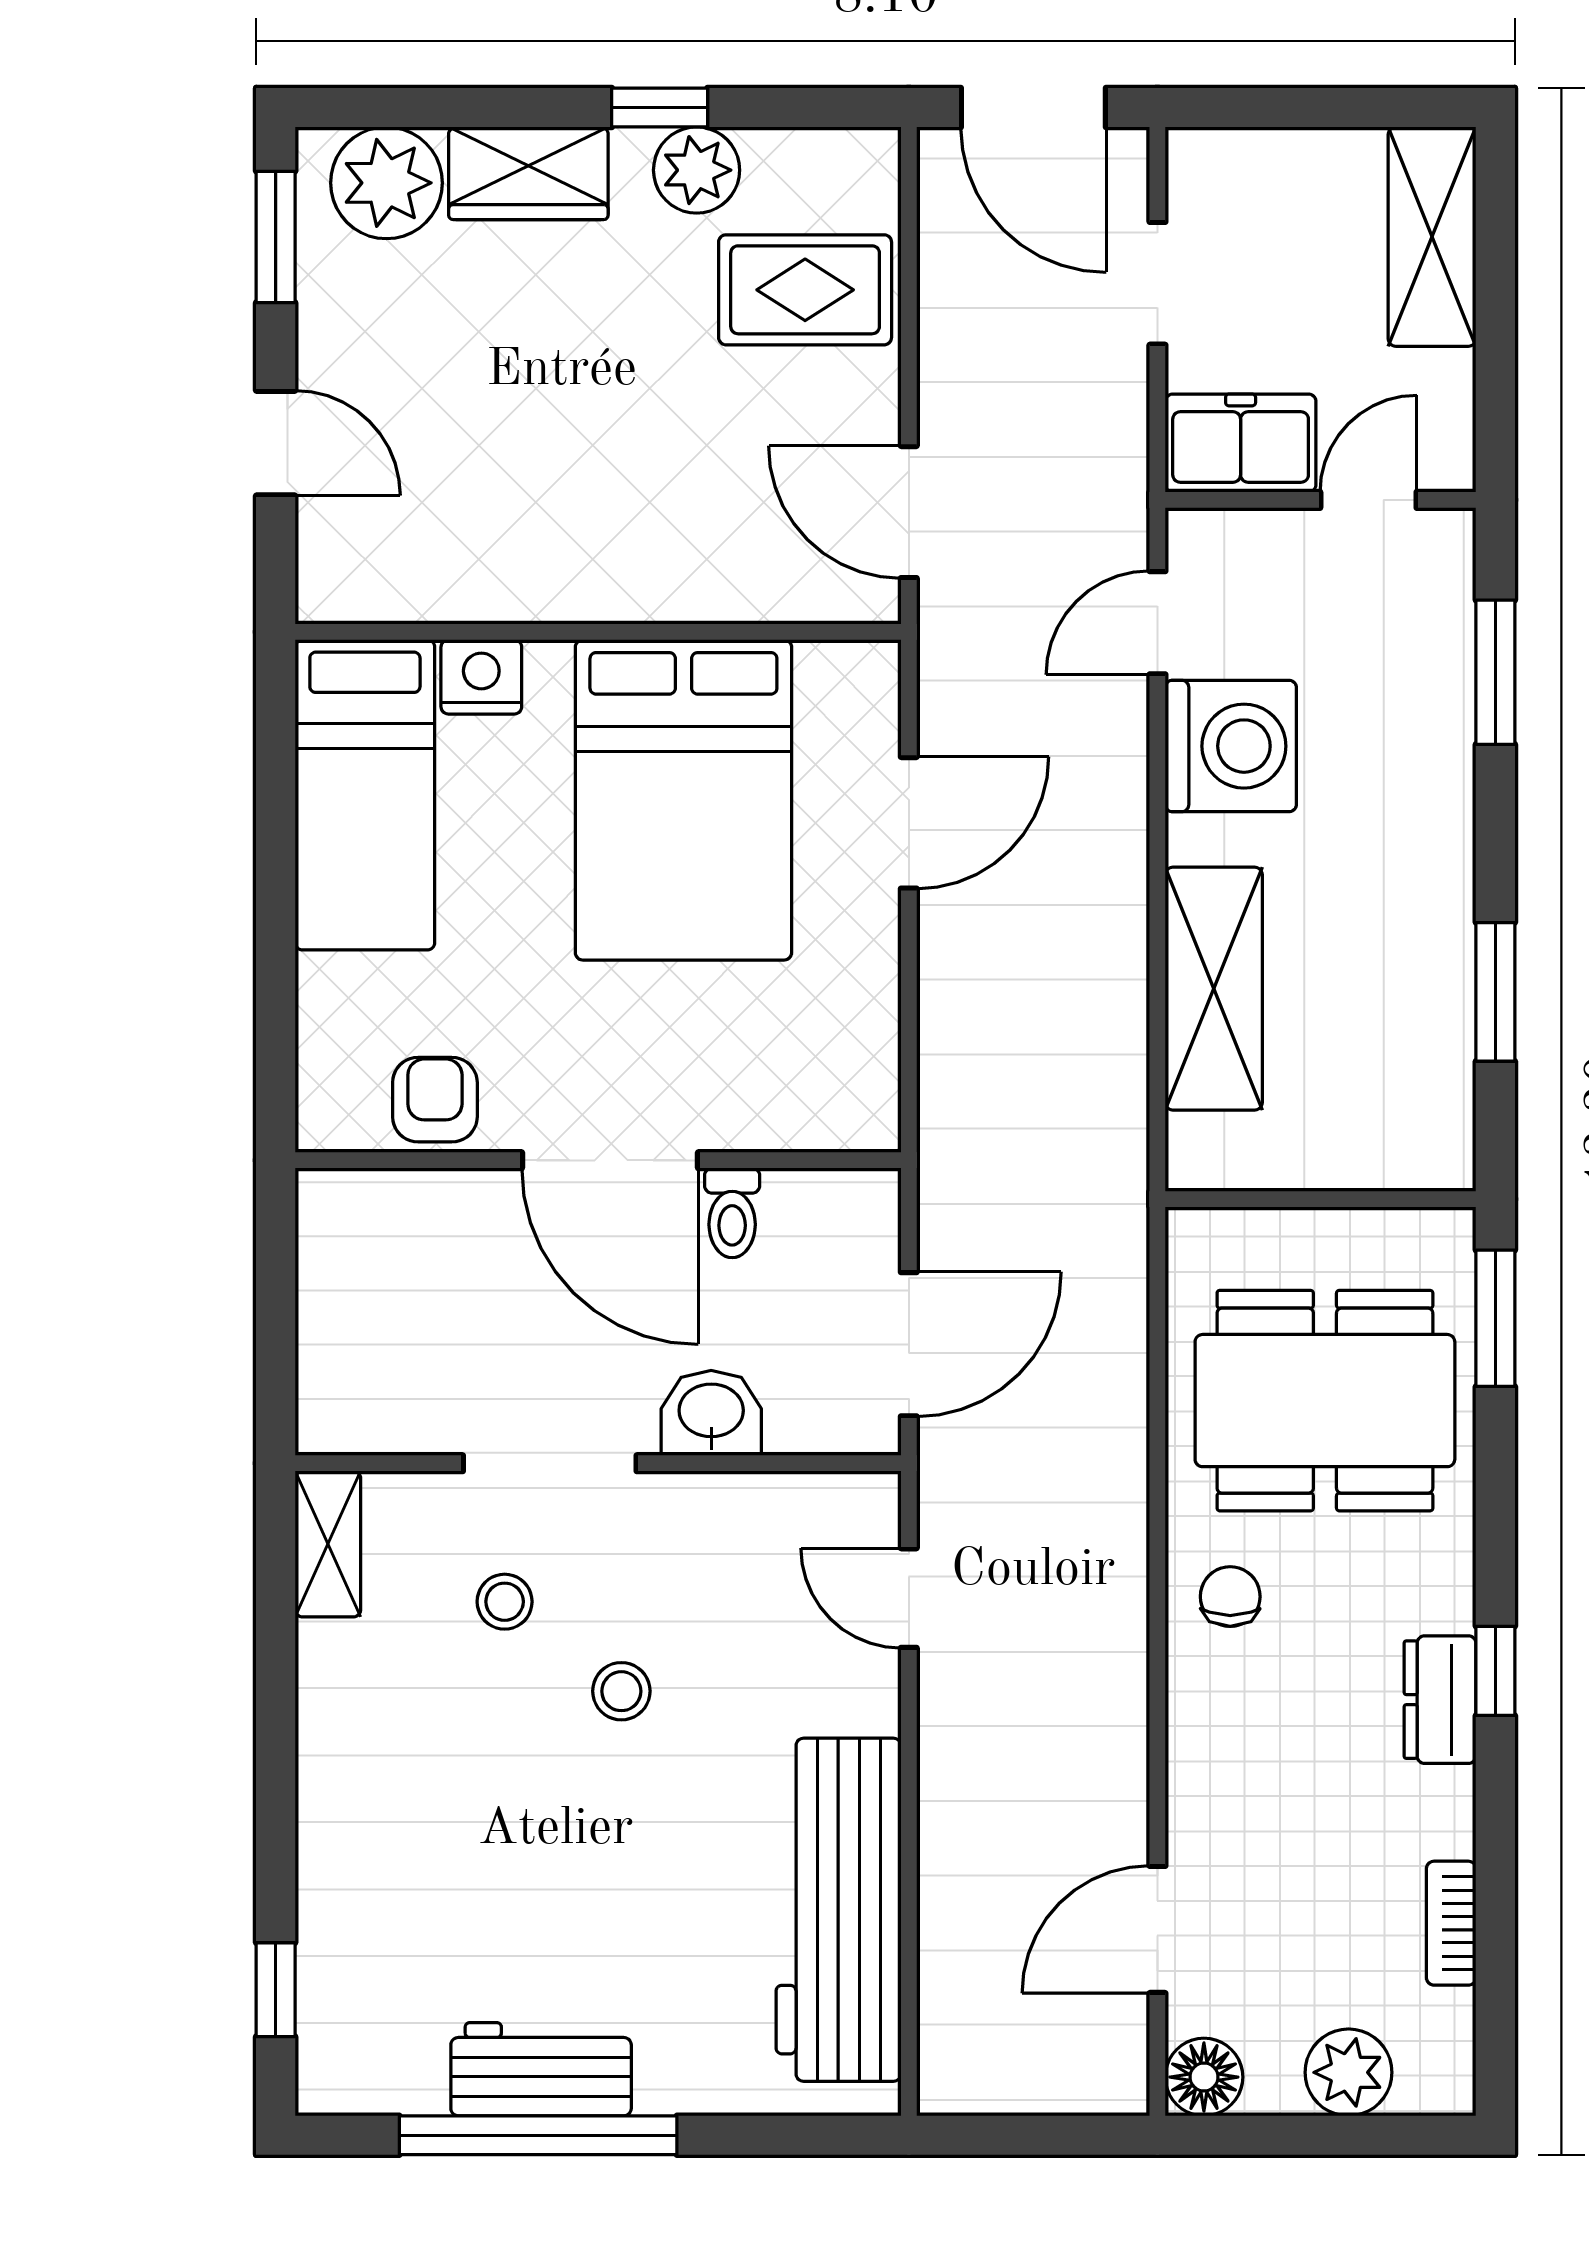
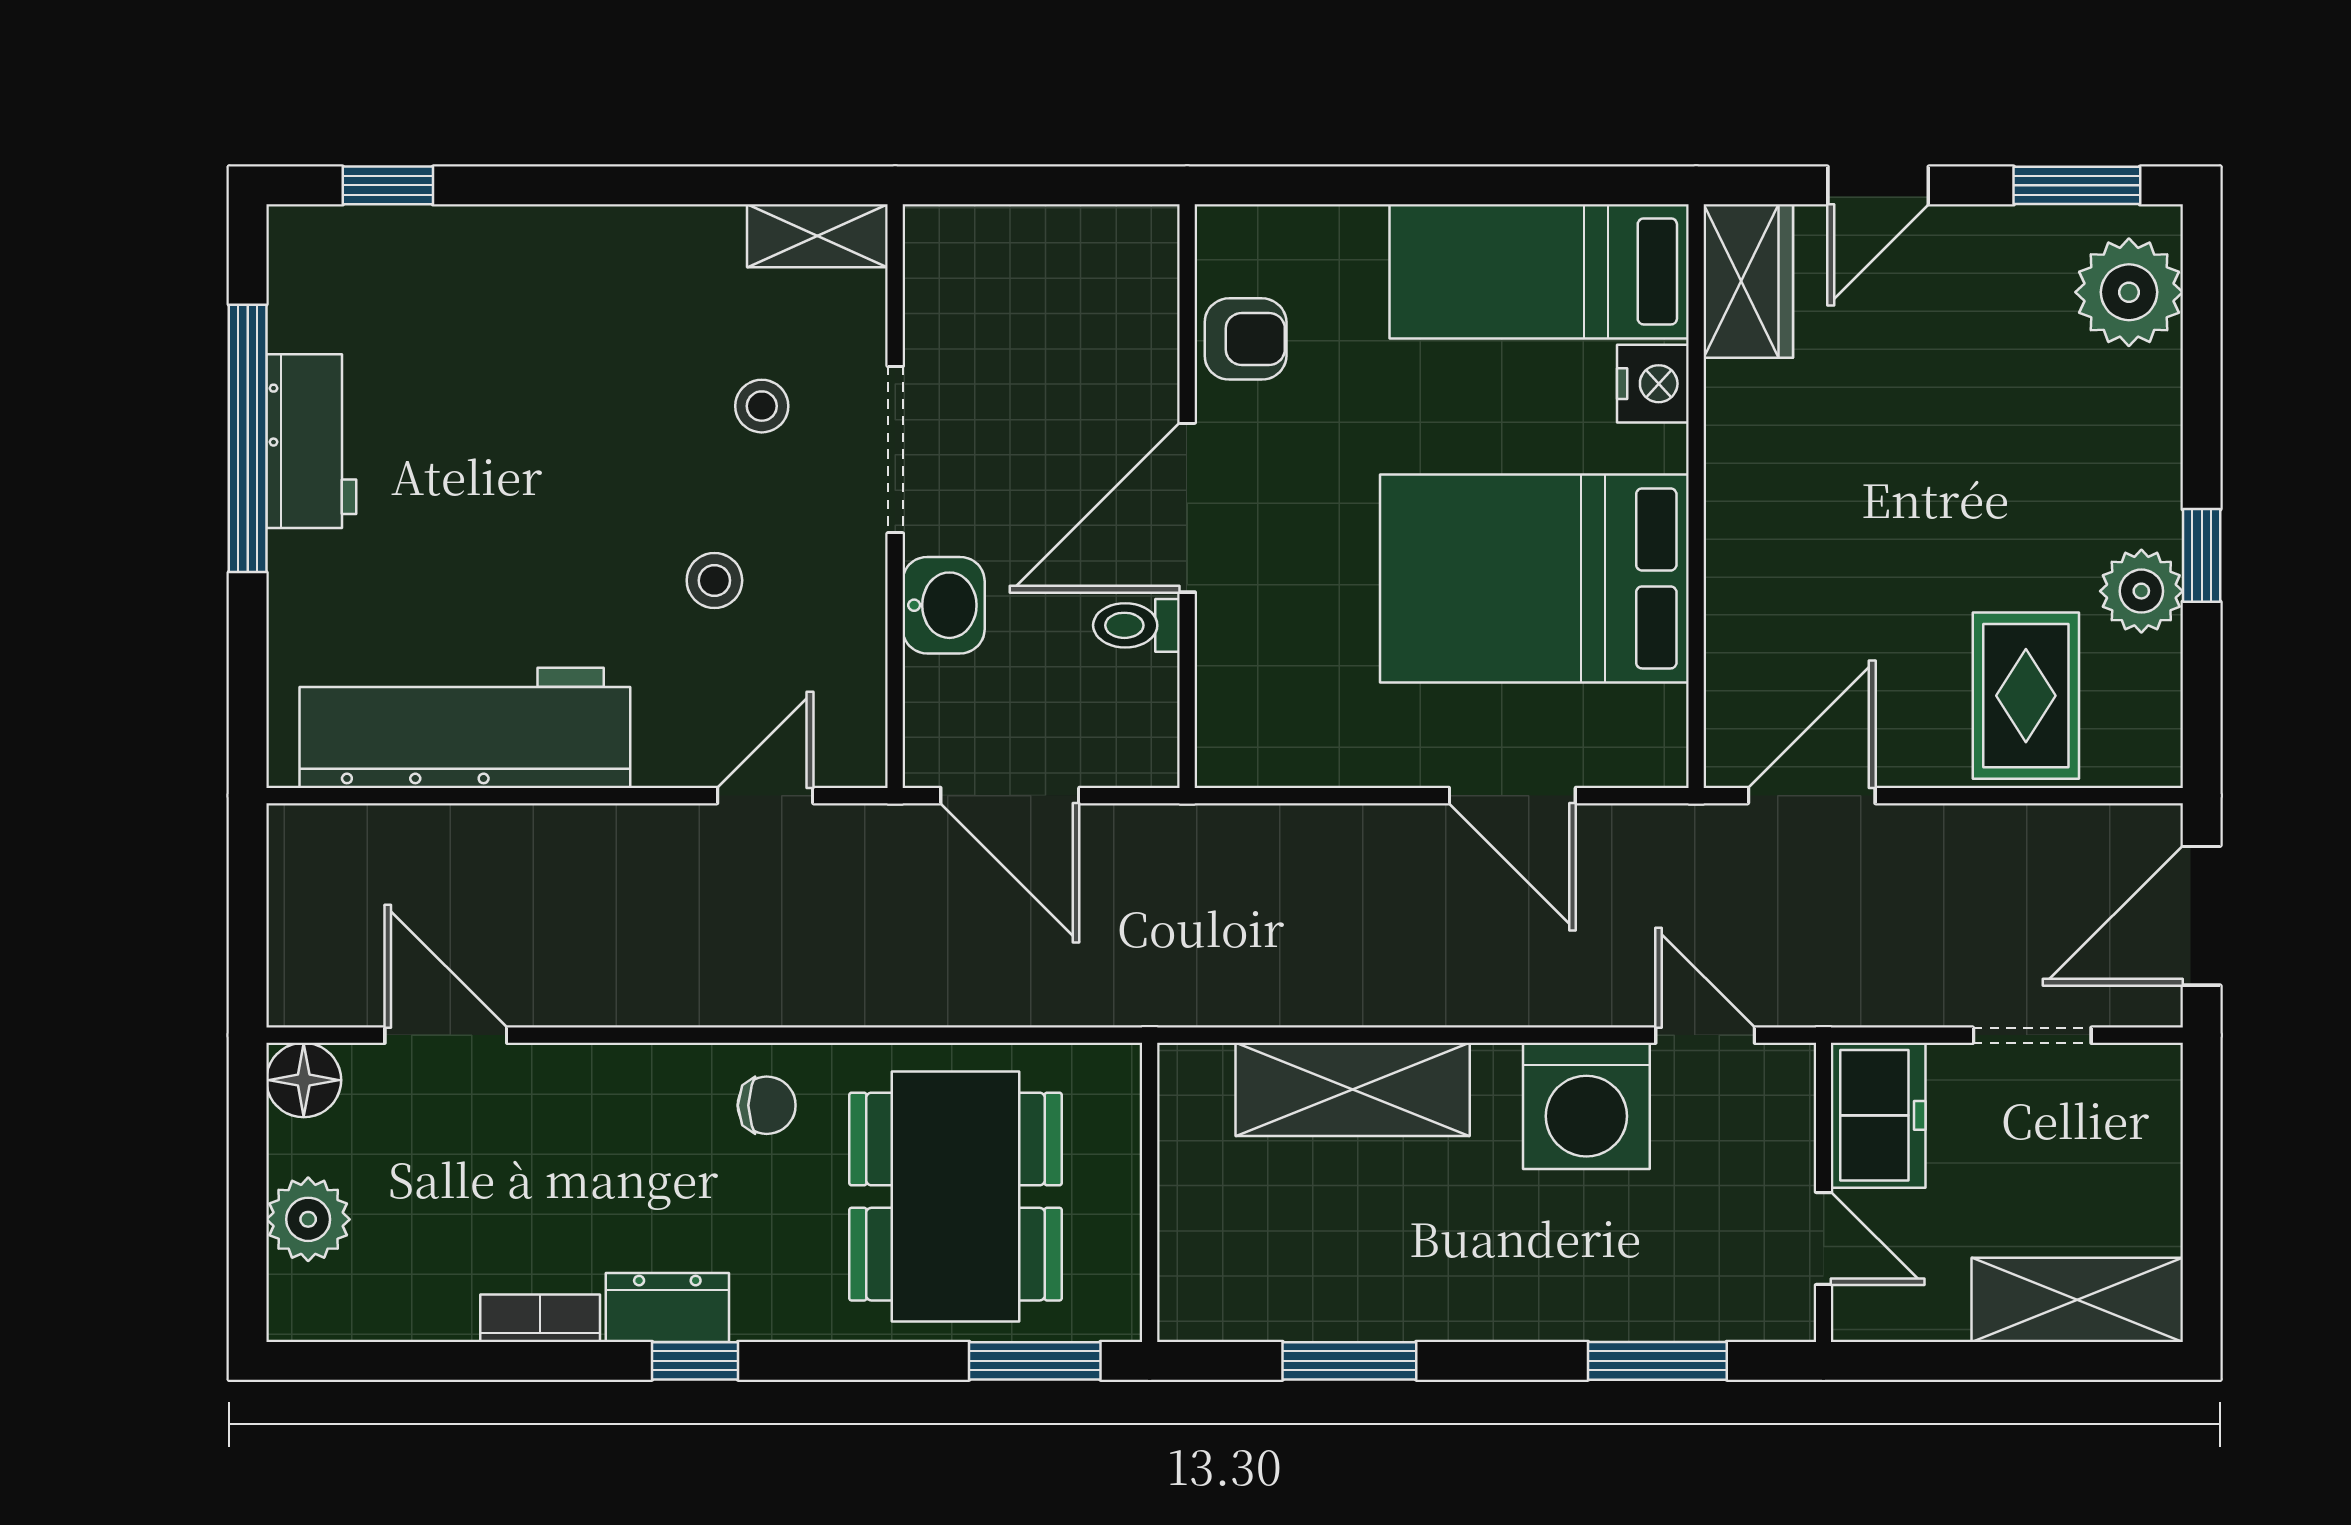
wardrobe: (528, 173) -> (1748, 281), moved, turned 180
stool: (621, 1691) -> (714, 580), moved
bookcase: (1451, 1923) -> (540, 1318), moved

